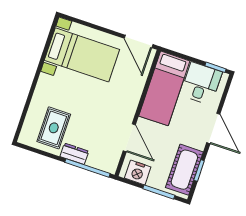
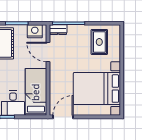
door: (139, 41) -> (63, 117), hinge flipped
bed with nightstands: (82, 55) -> (97, 89), width x1.36
dresser: (74, 154) -> (58, 30), moved

